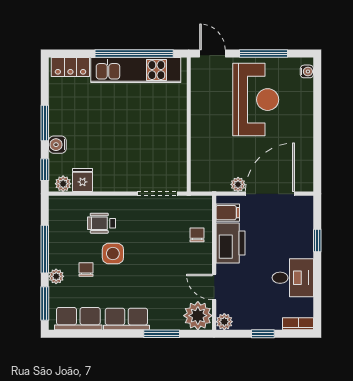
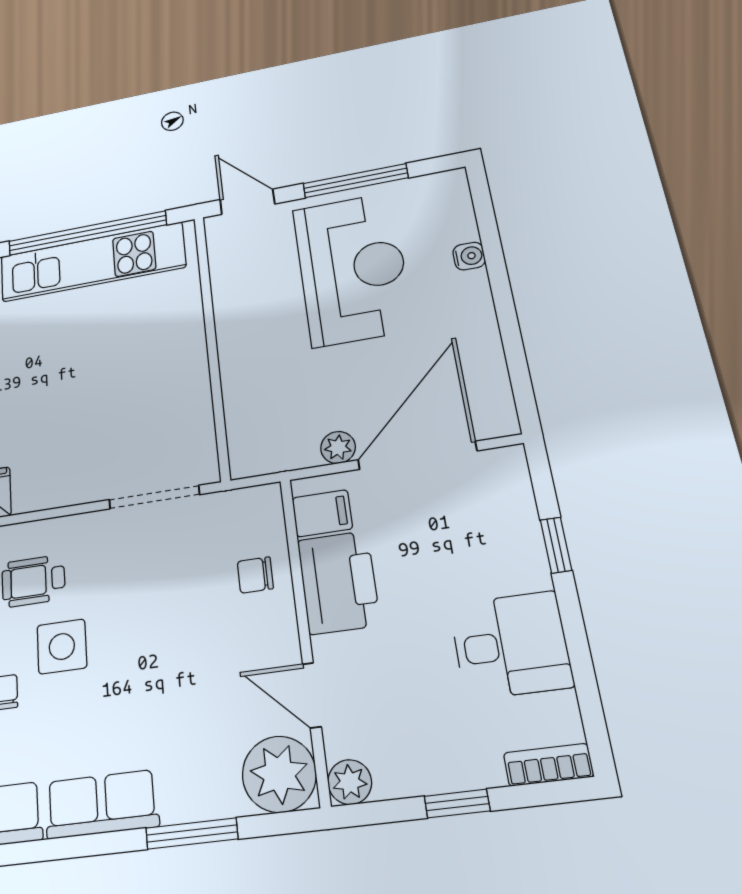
water cooler: (307, 71) -> (469, 256), moved
chair: (197, 235) -> (255, 575), turned -90

